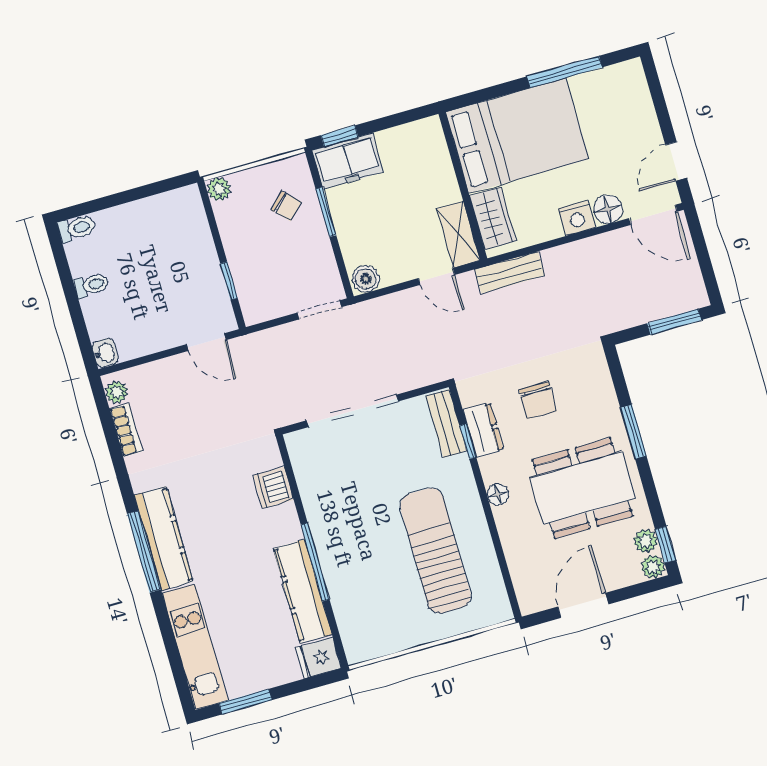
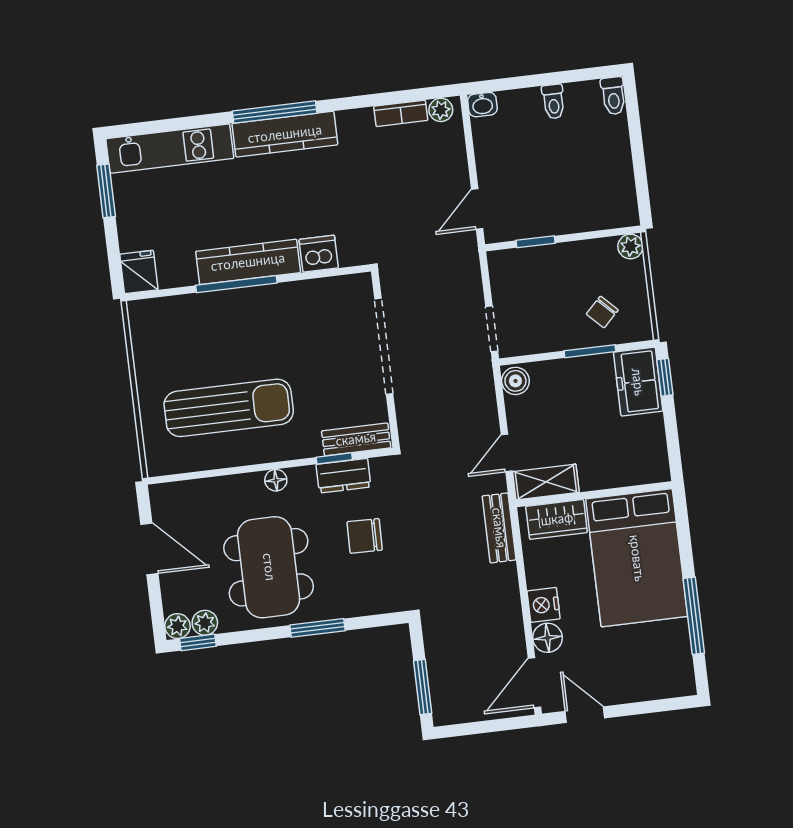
kitchen counter: (303, 591) -> (248, 262), moved

